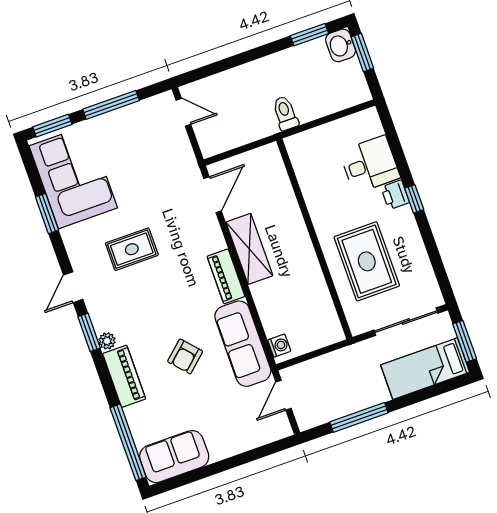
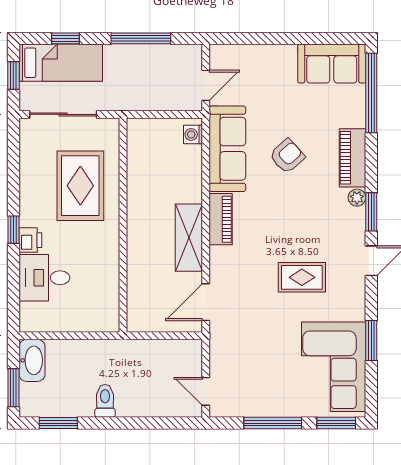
washbasin: (341, 45) -> (32, 360), moved, width x1.38
toilet: (285, 113) -> (105, 401), moved, turned 180
window: (465, 341) -> (13, 75), width x0.67
window: (429, 393) -> (66, 38), added

